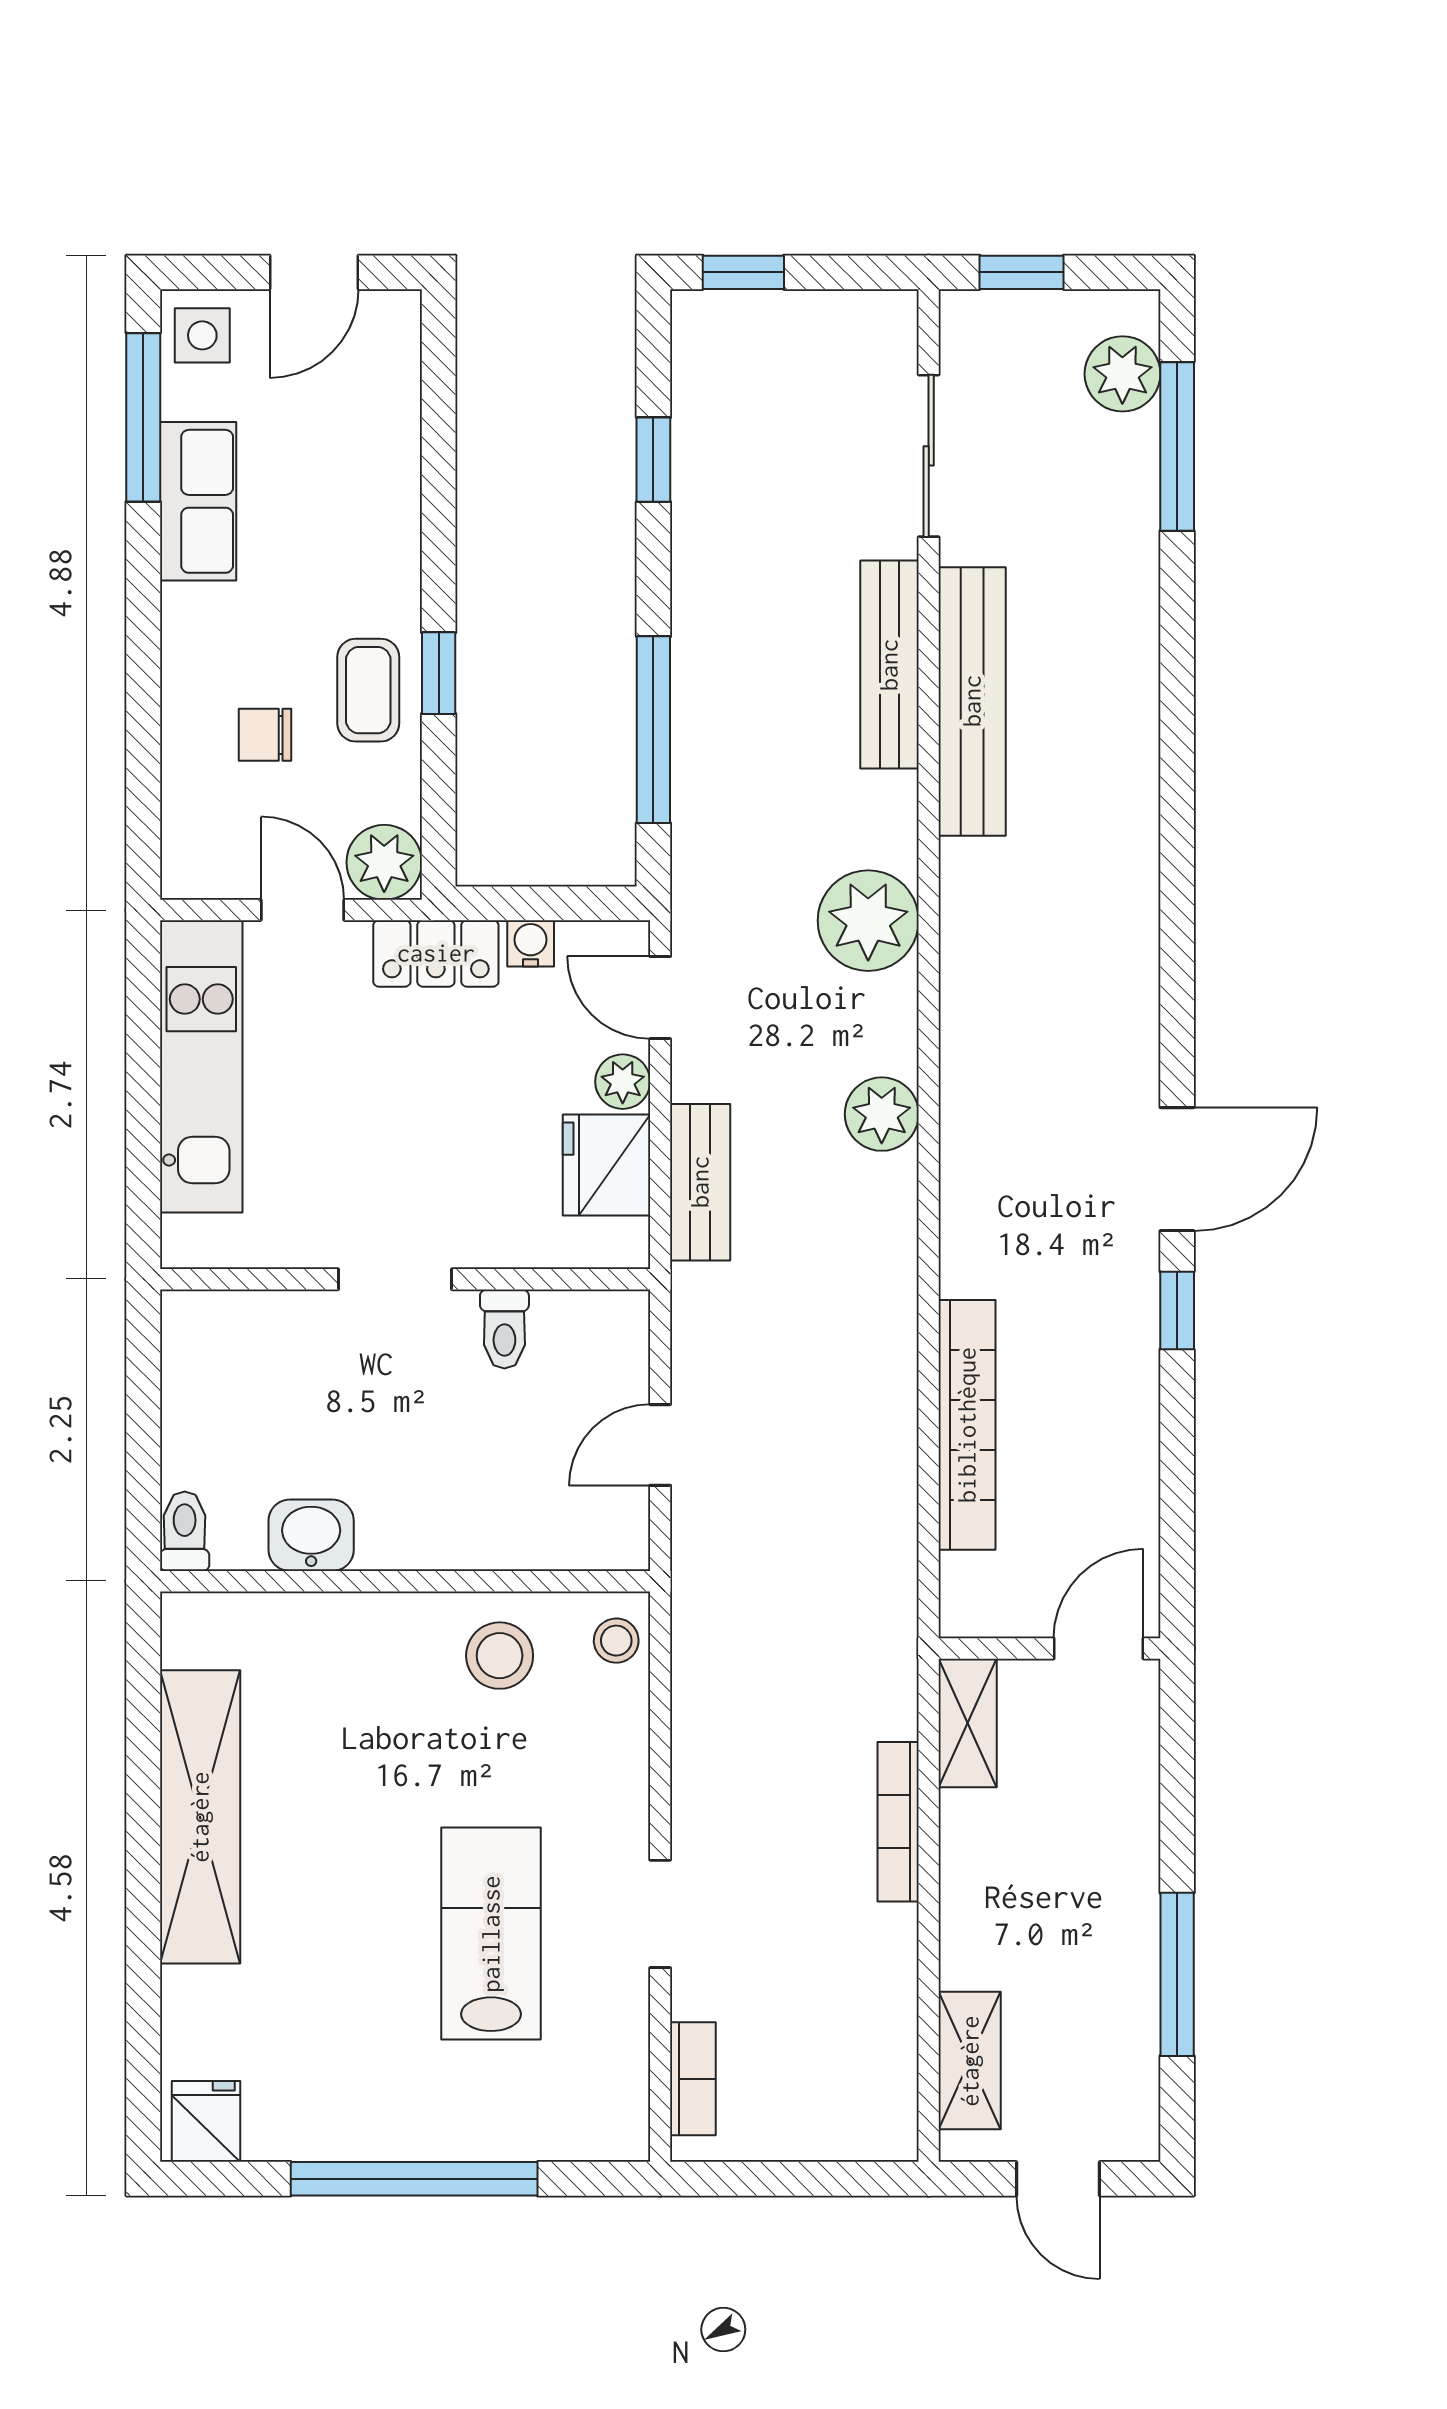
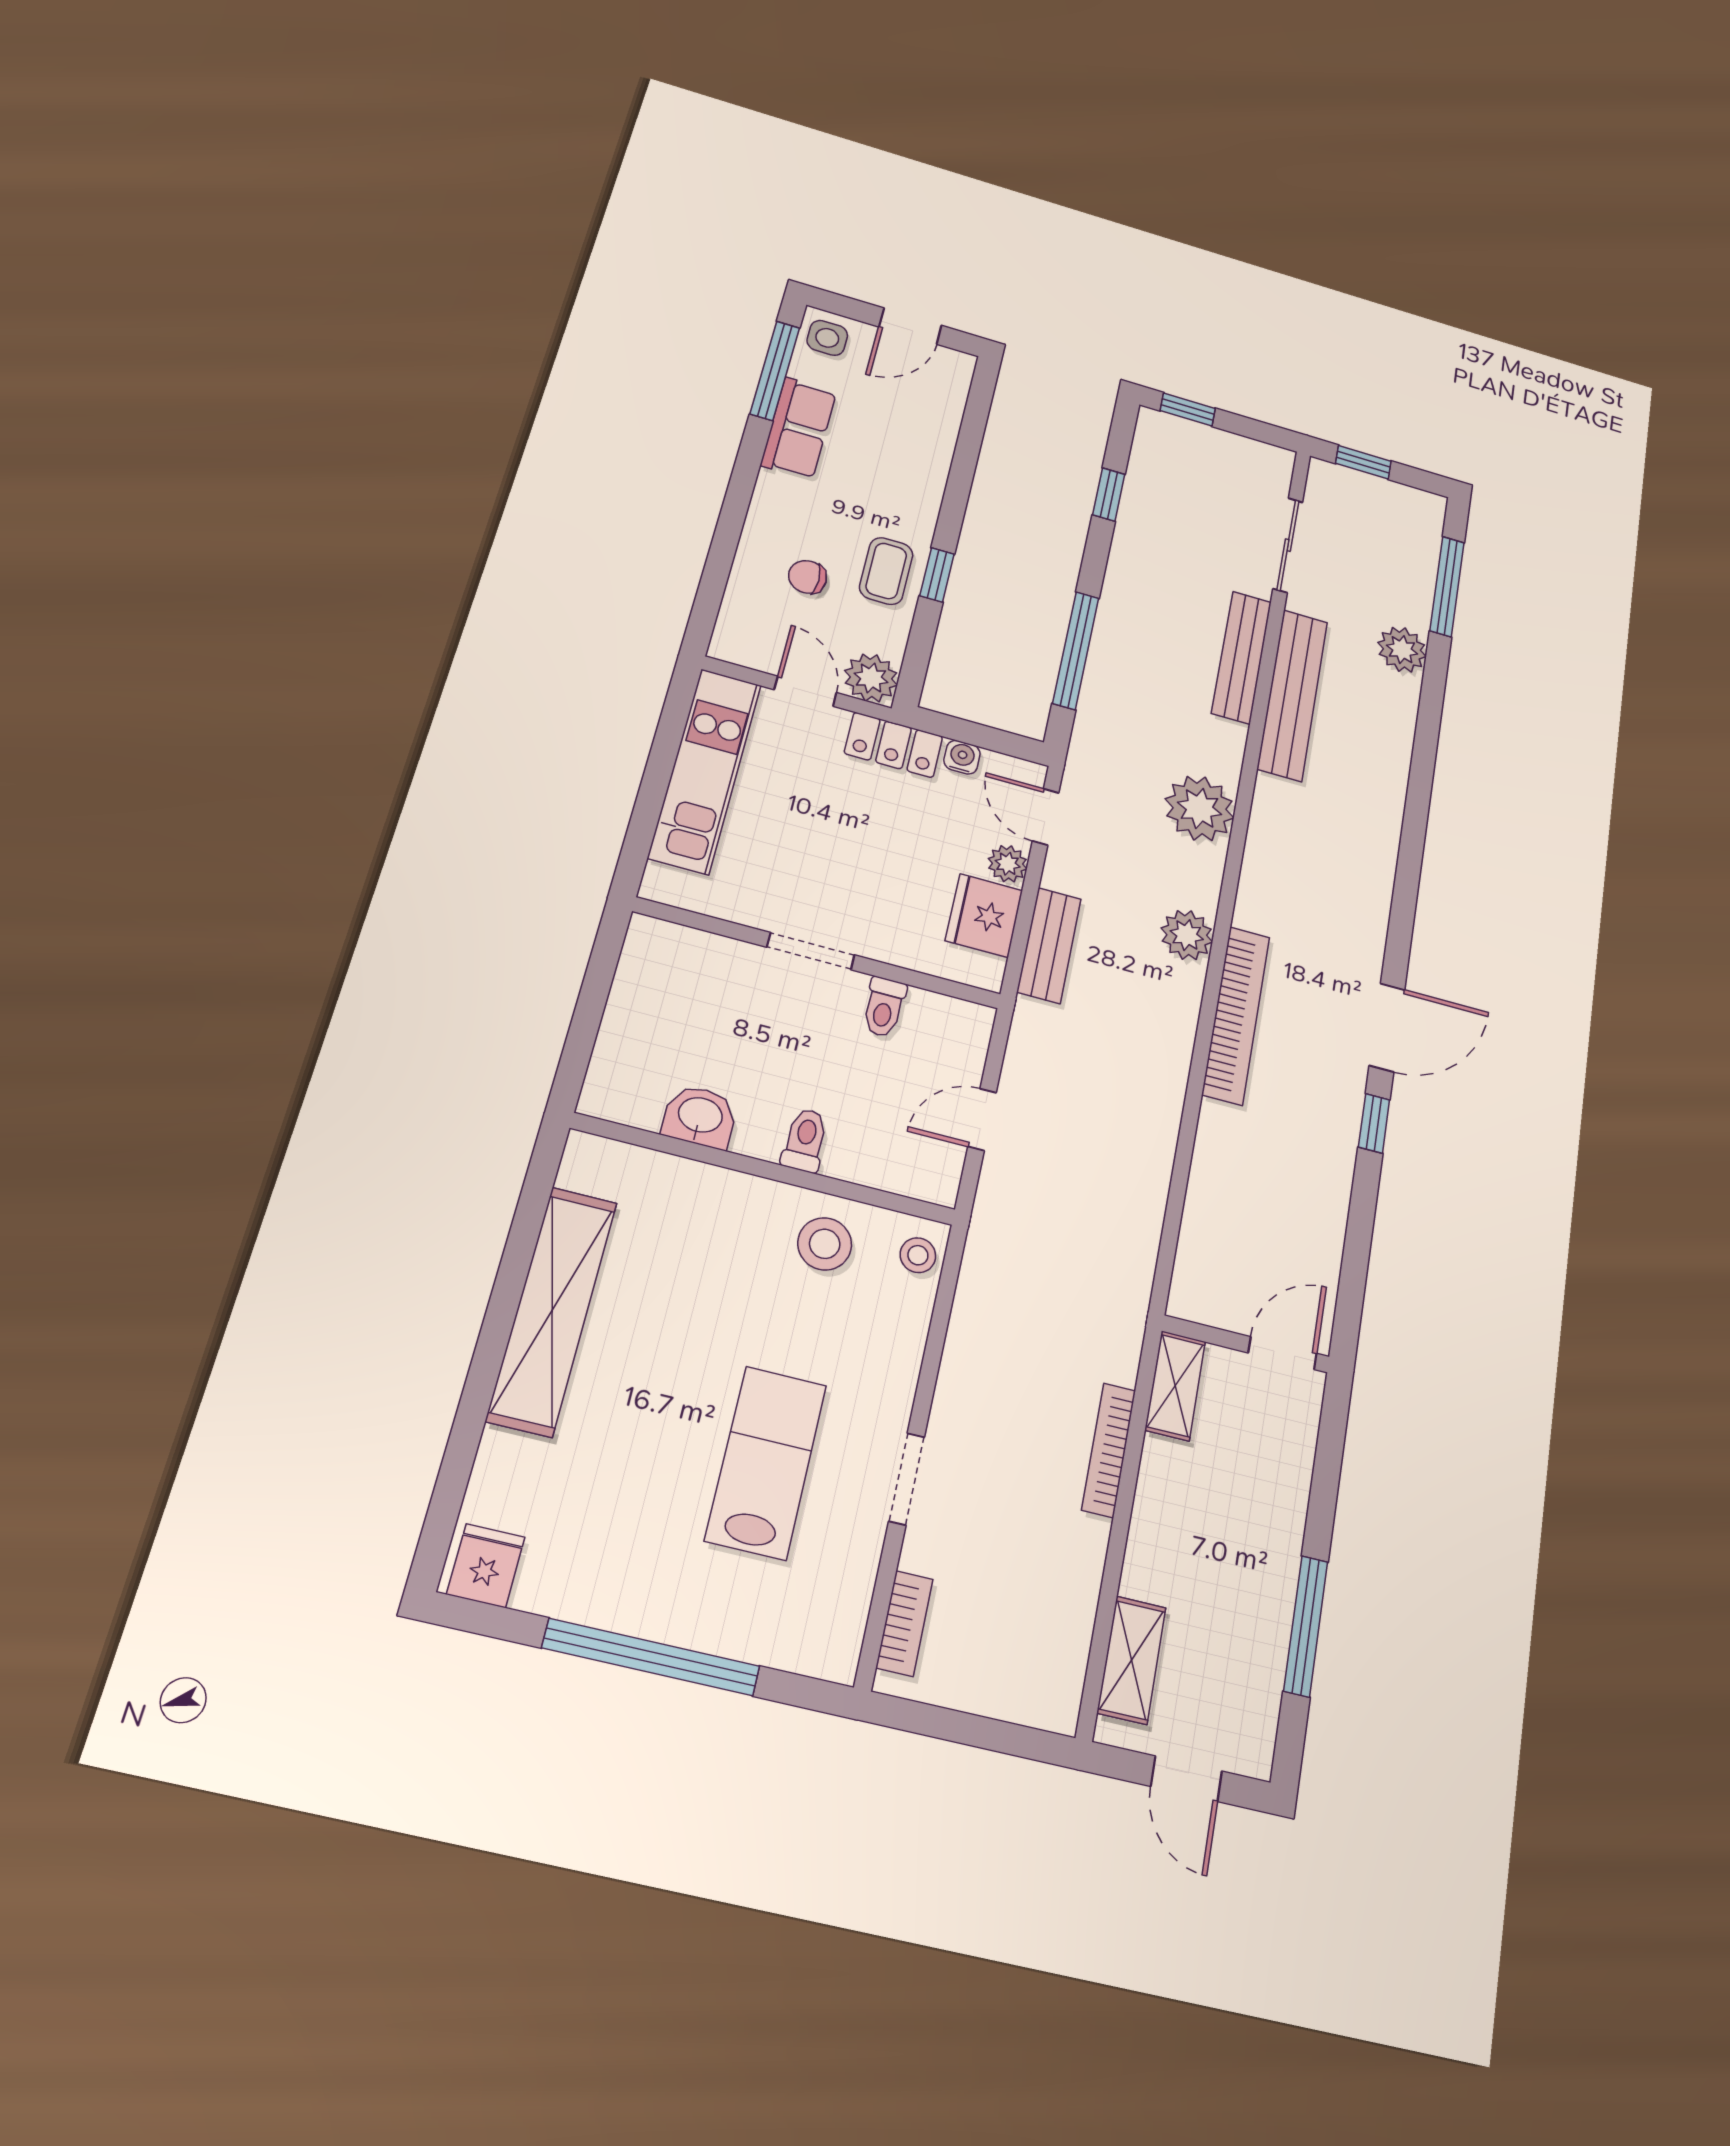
plant: (1122, 374) -> (1402, 650), moved
bookcase: (967, 1425) -> (1236, 1015), moved
toilet: (185, 1531) -> (805, 1140), moved

